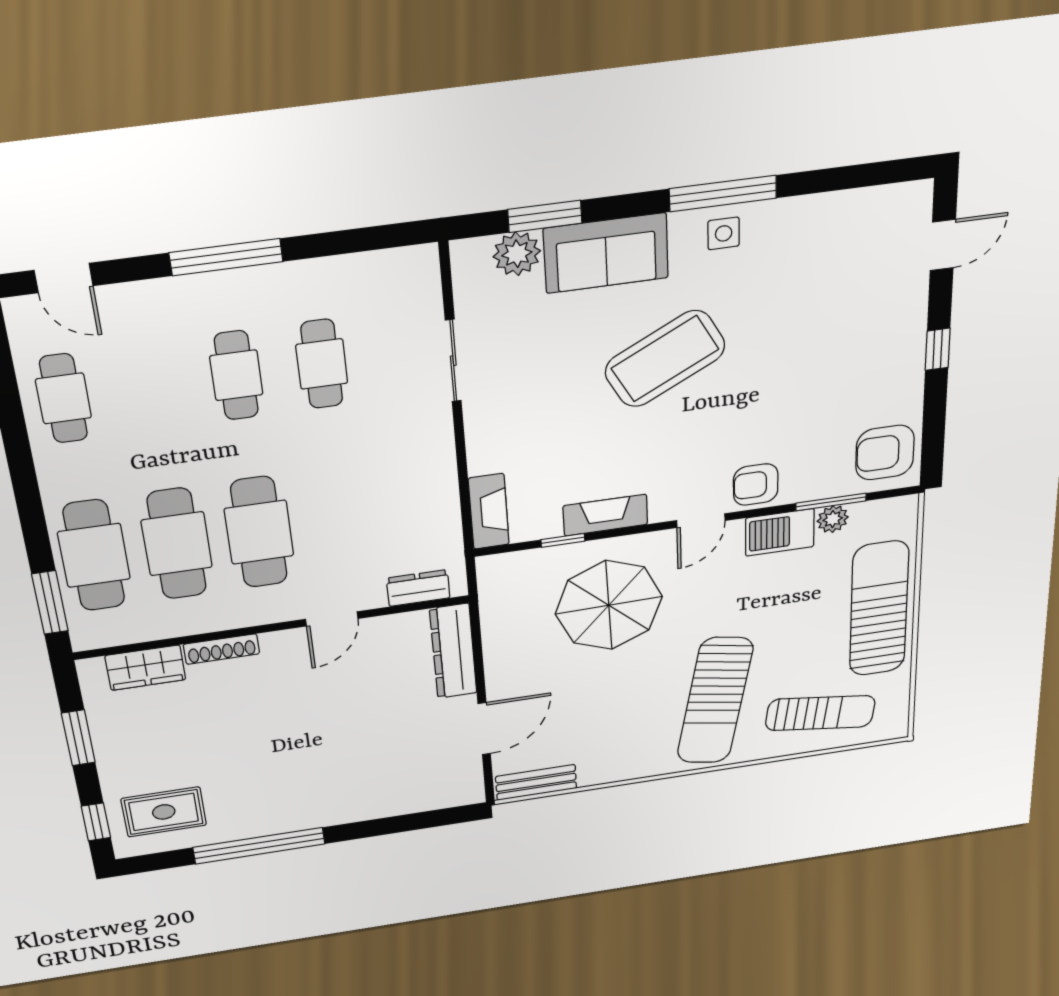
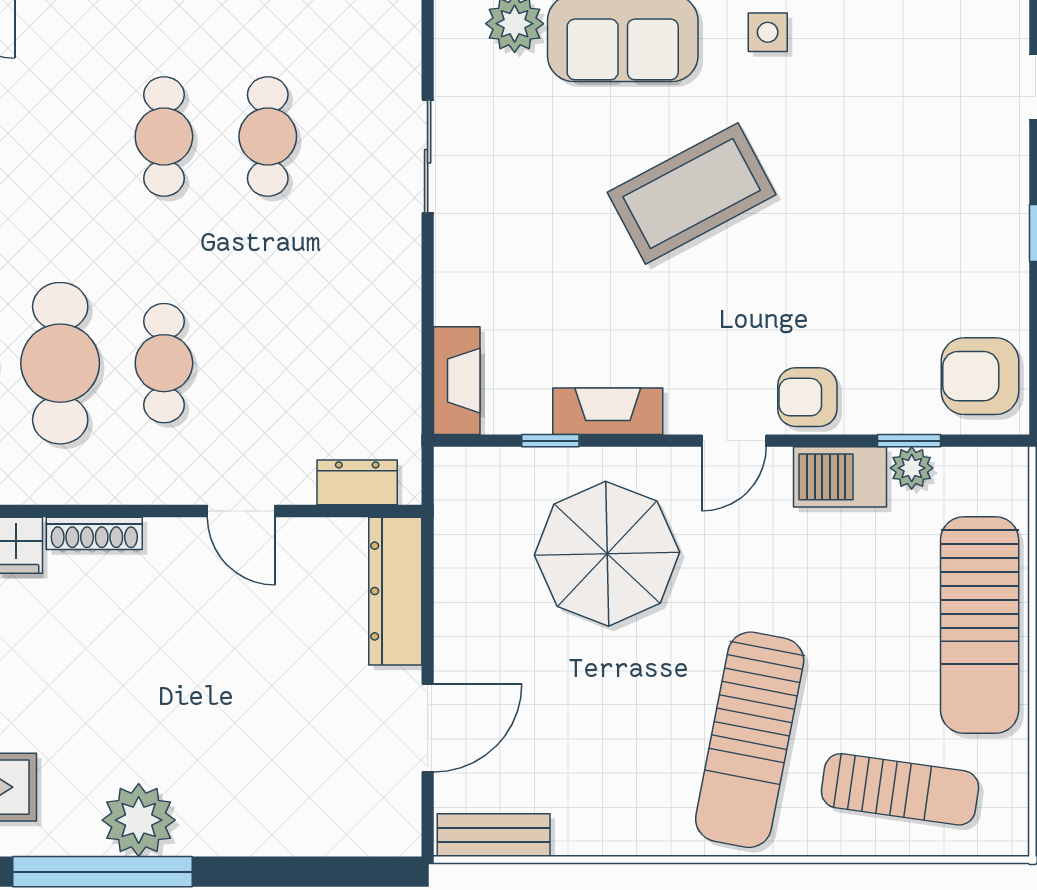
window: (831, 502) -> (909, 441), width x0.67
cafe table: (259, 532) -> (164, 363), width x0.73, depth x0.74
sun lounger: (879, 609) -> (980, 625), turned 180
door: (332, 619) -> (241, 511), hinge flipped
plant: (281, 813) -> (139, 820), added

